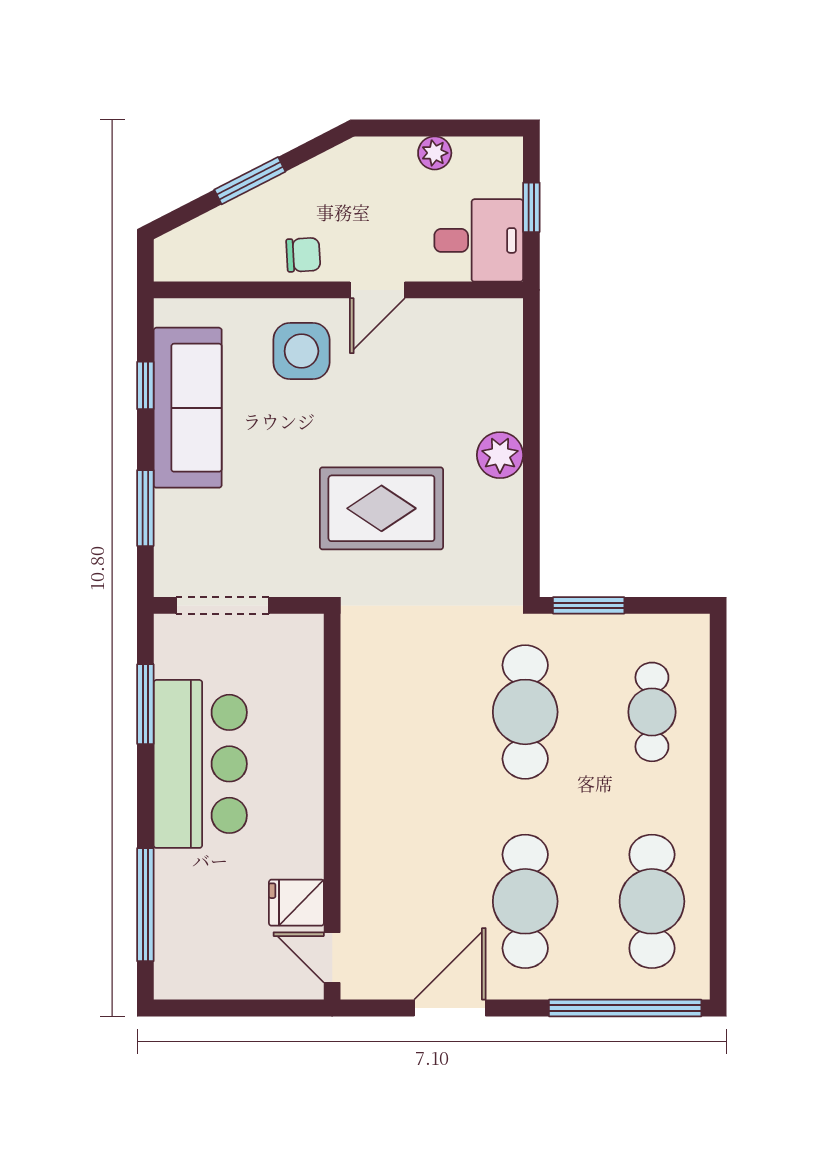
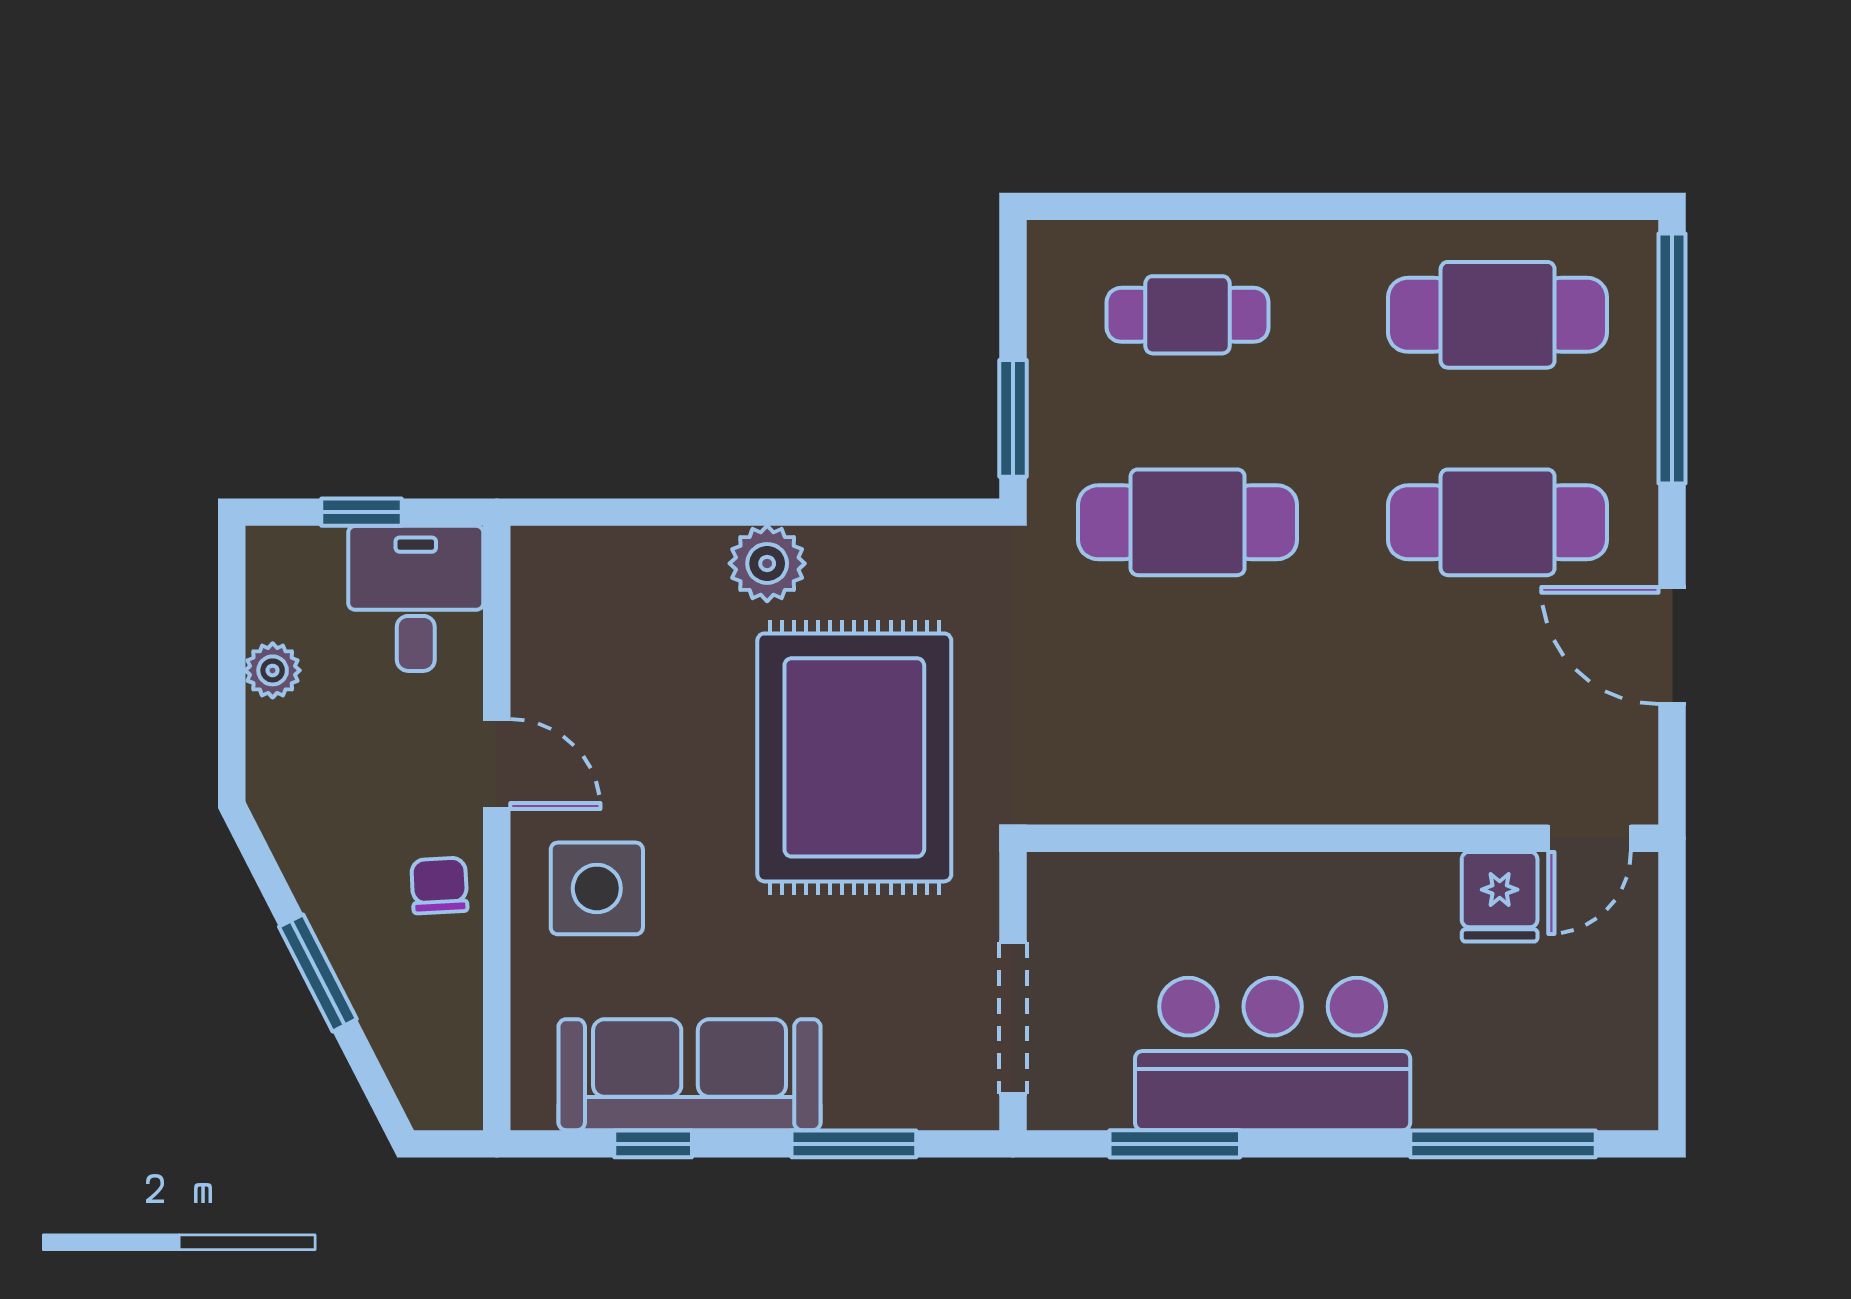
rug: (381, 508) -> (854, 757), width x1.37, depth x1.44

